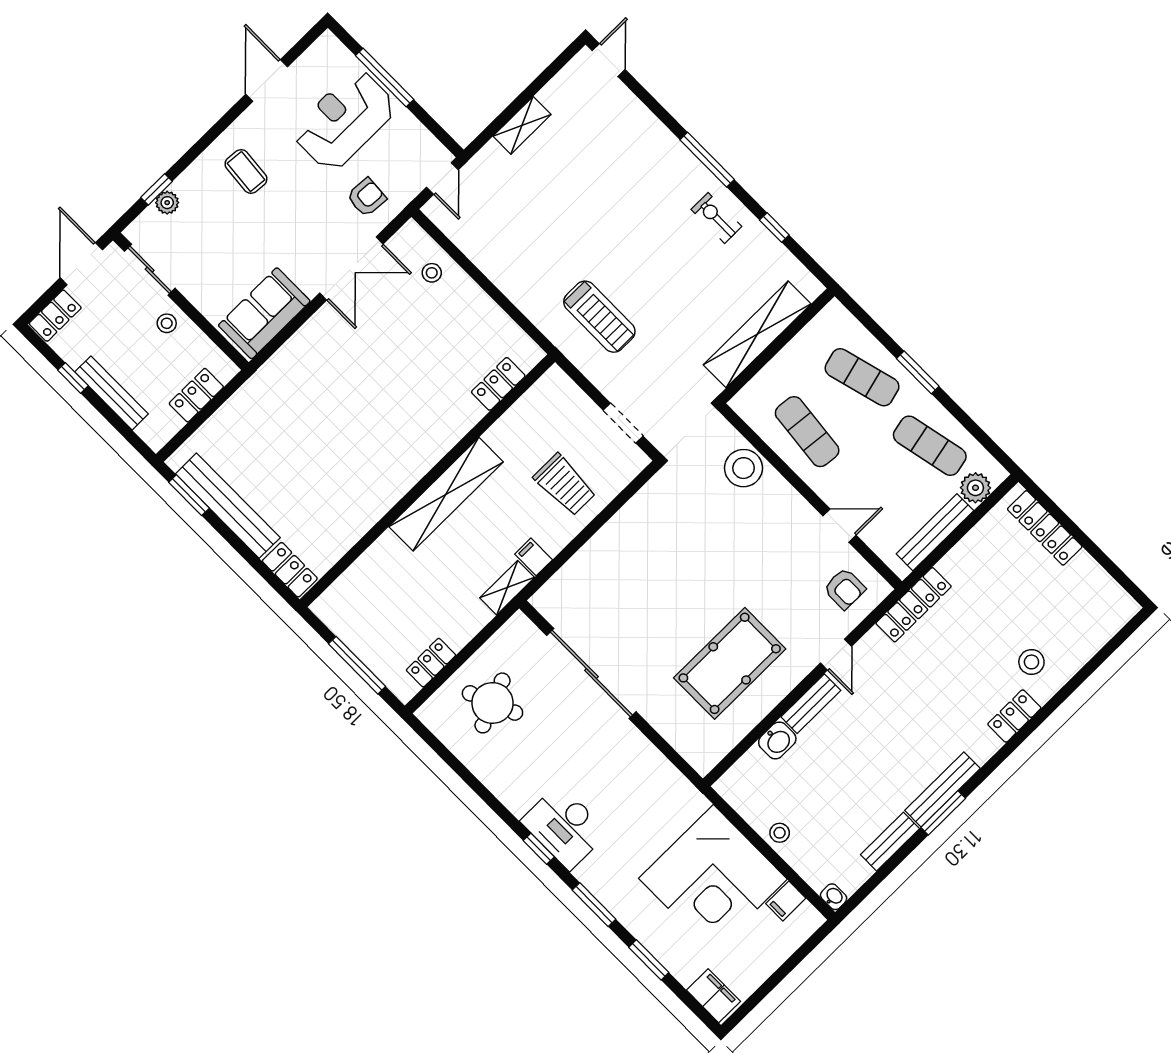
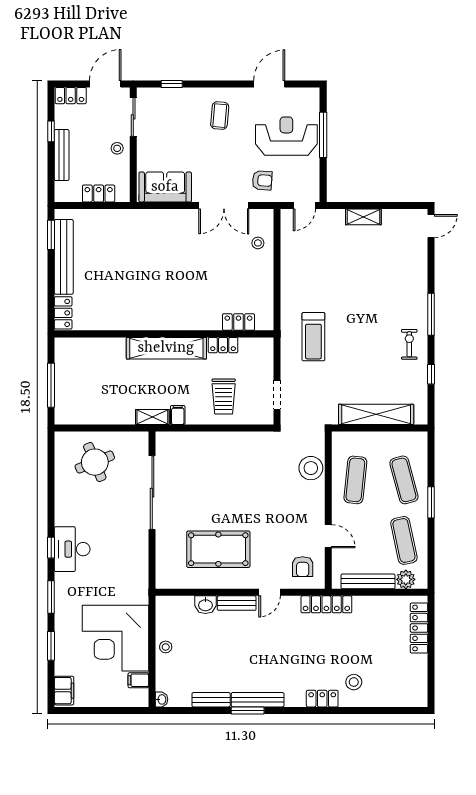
plant: (167, 203) -> (171, 95), removed
locker: (431, 663) -> (223, 345), moved, turned 180

